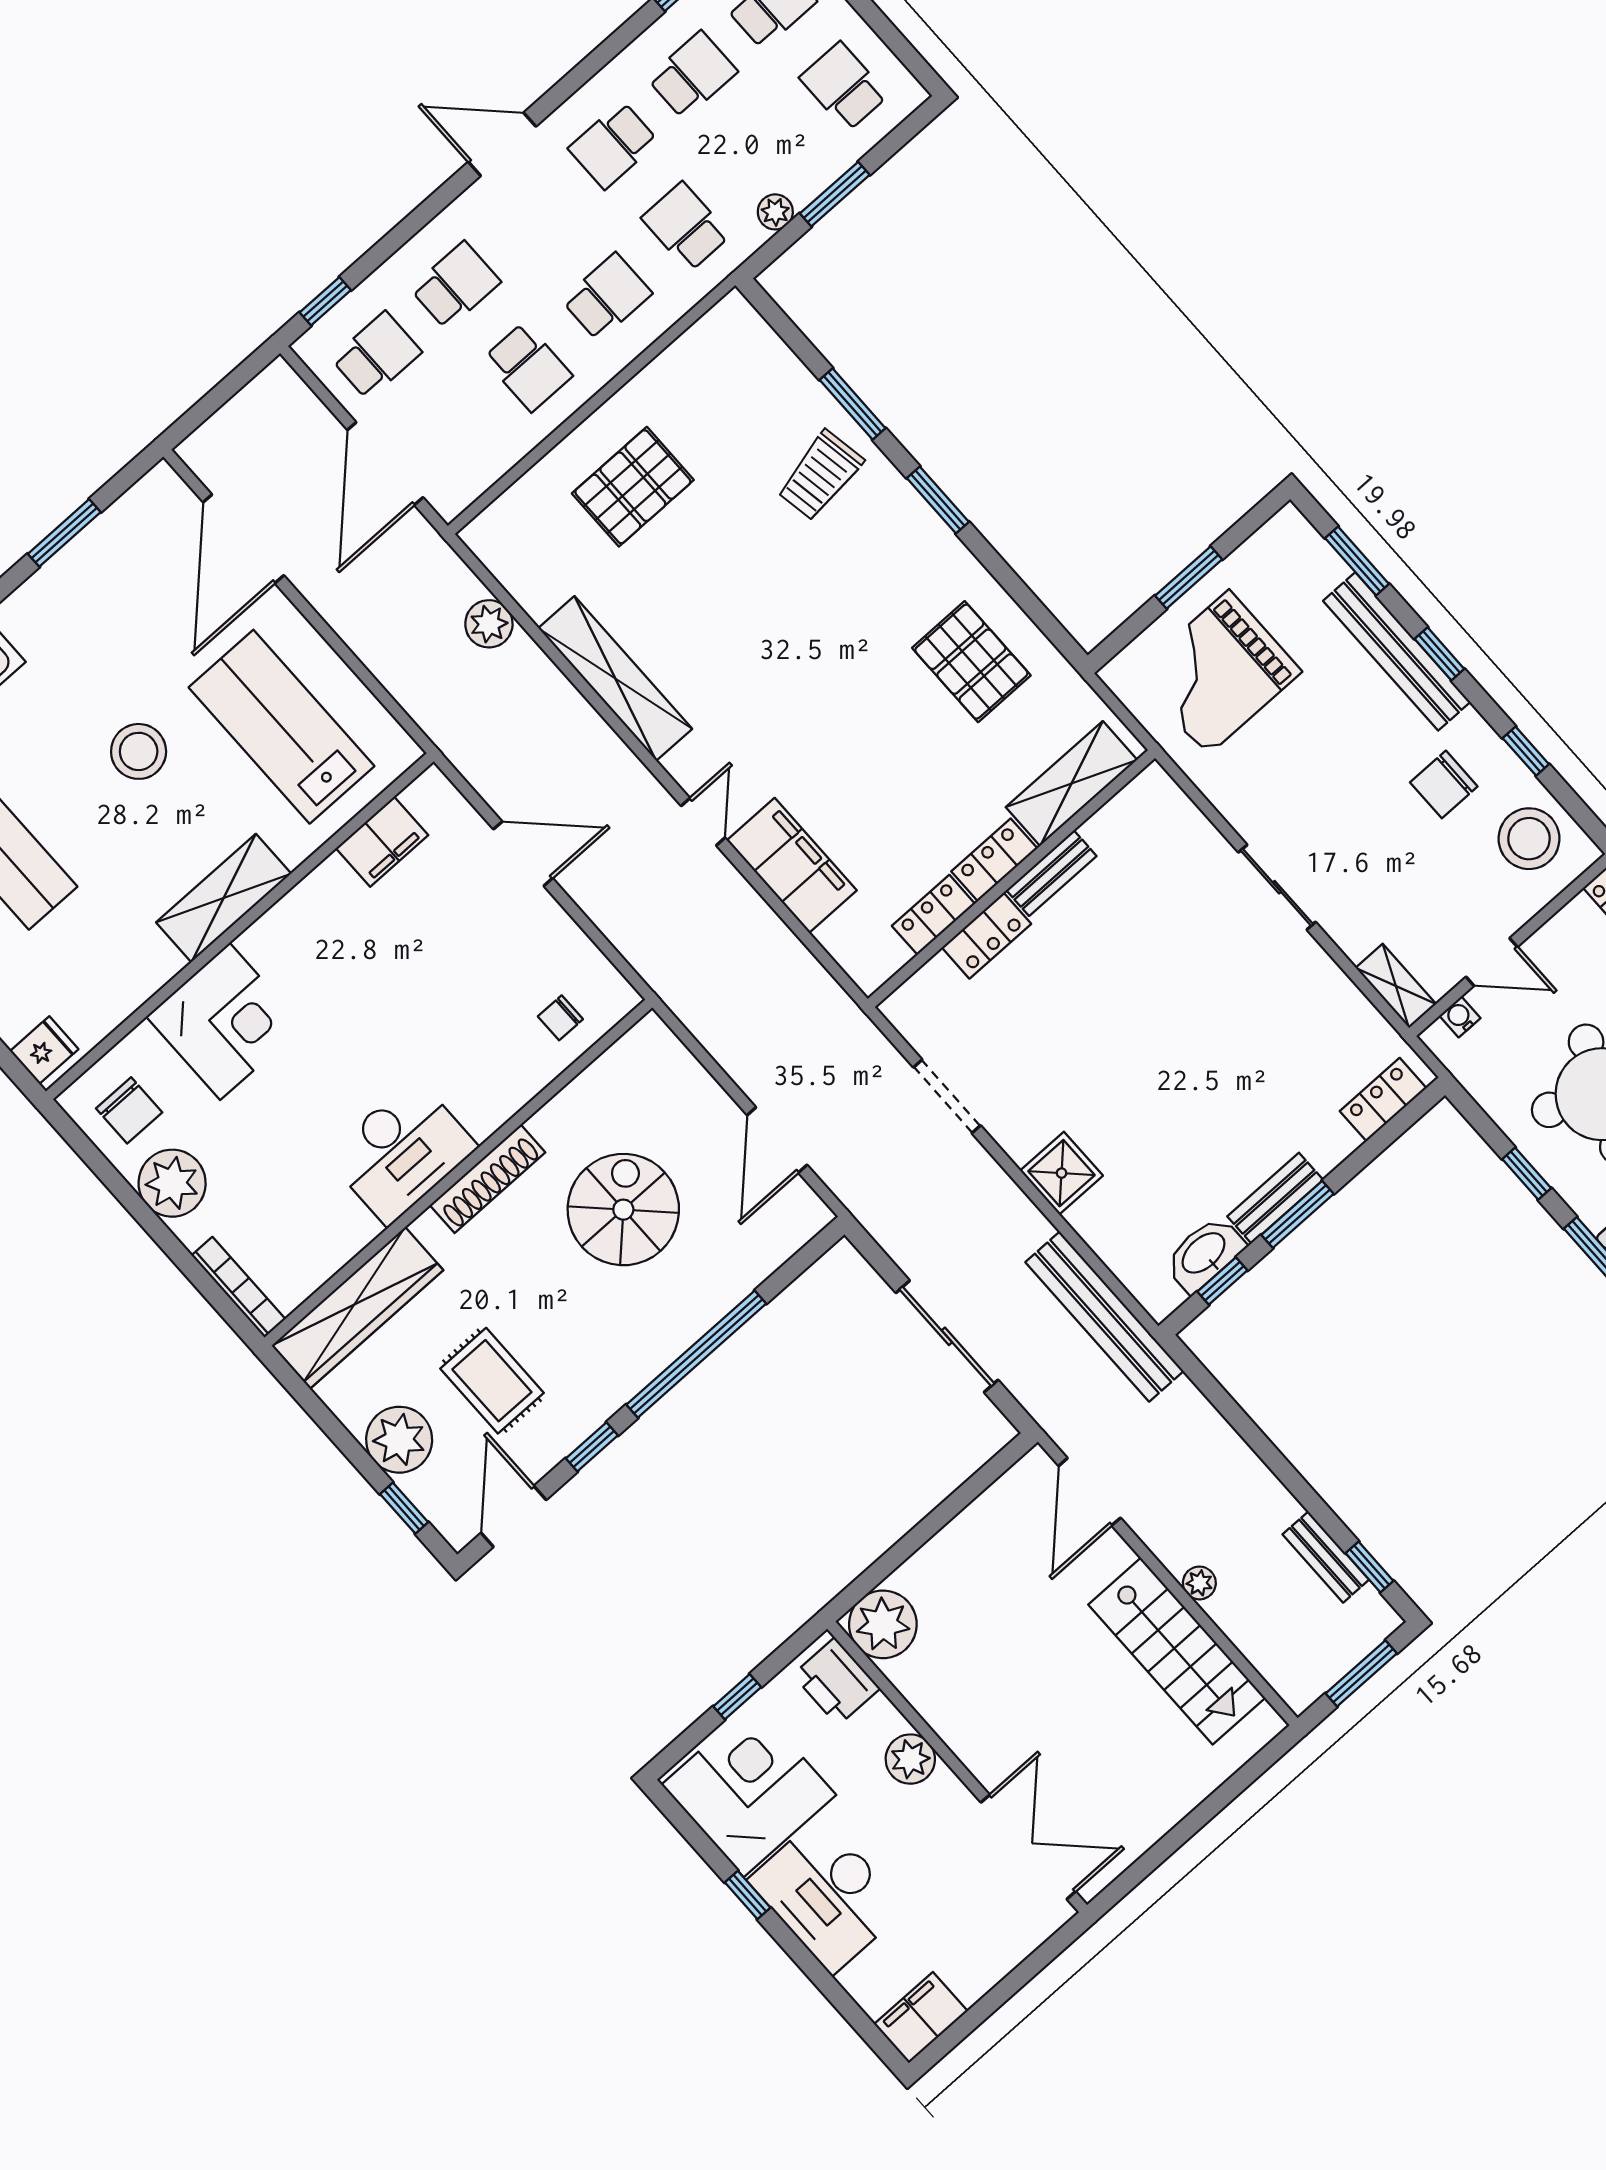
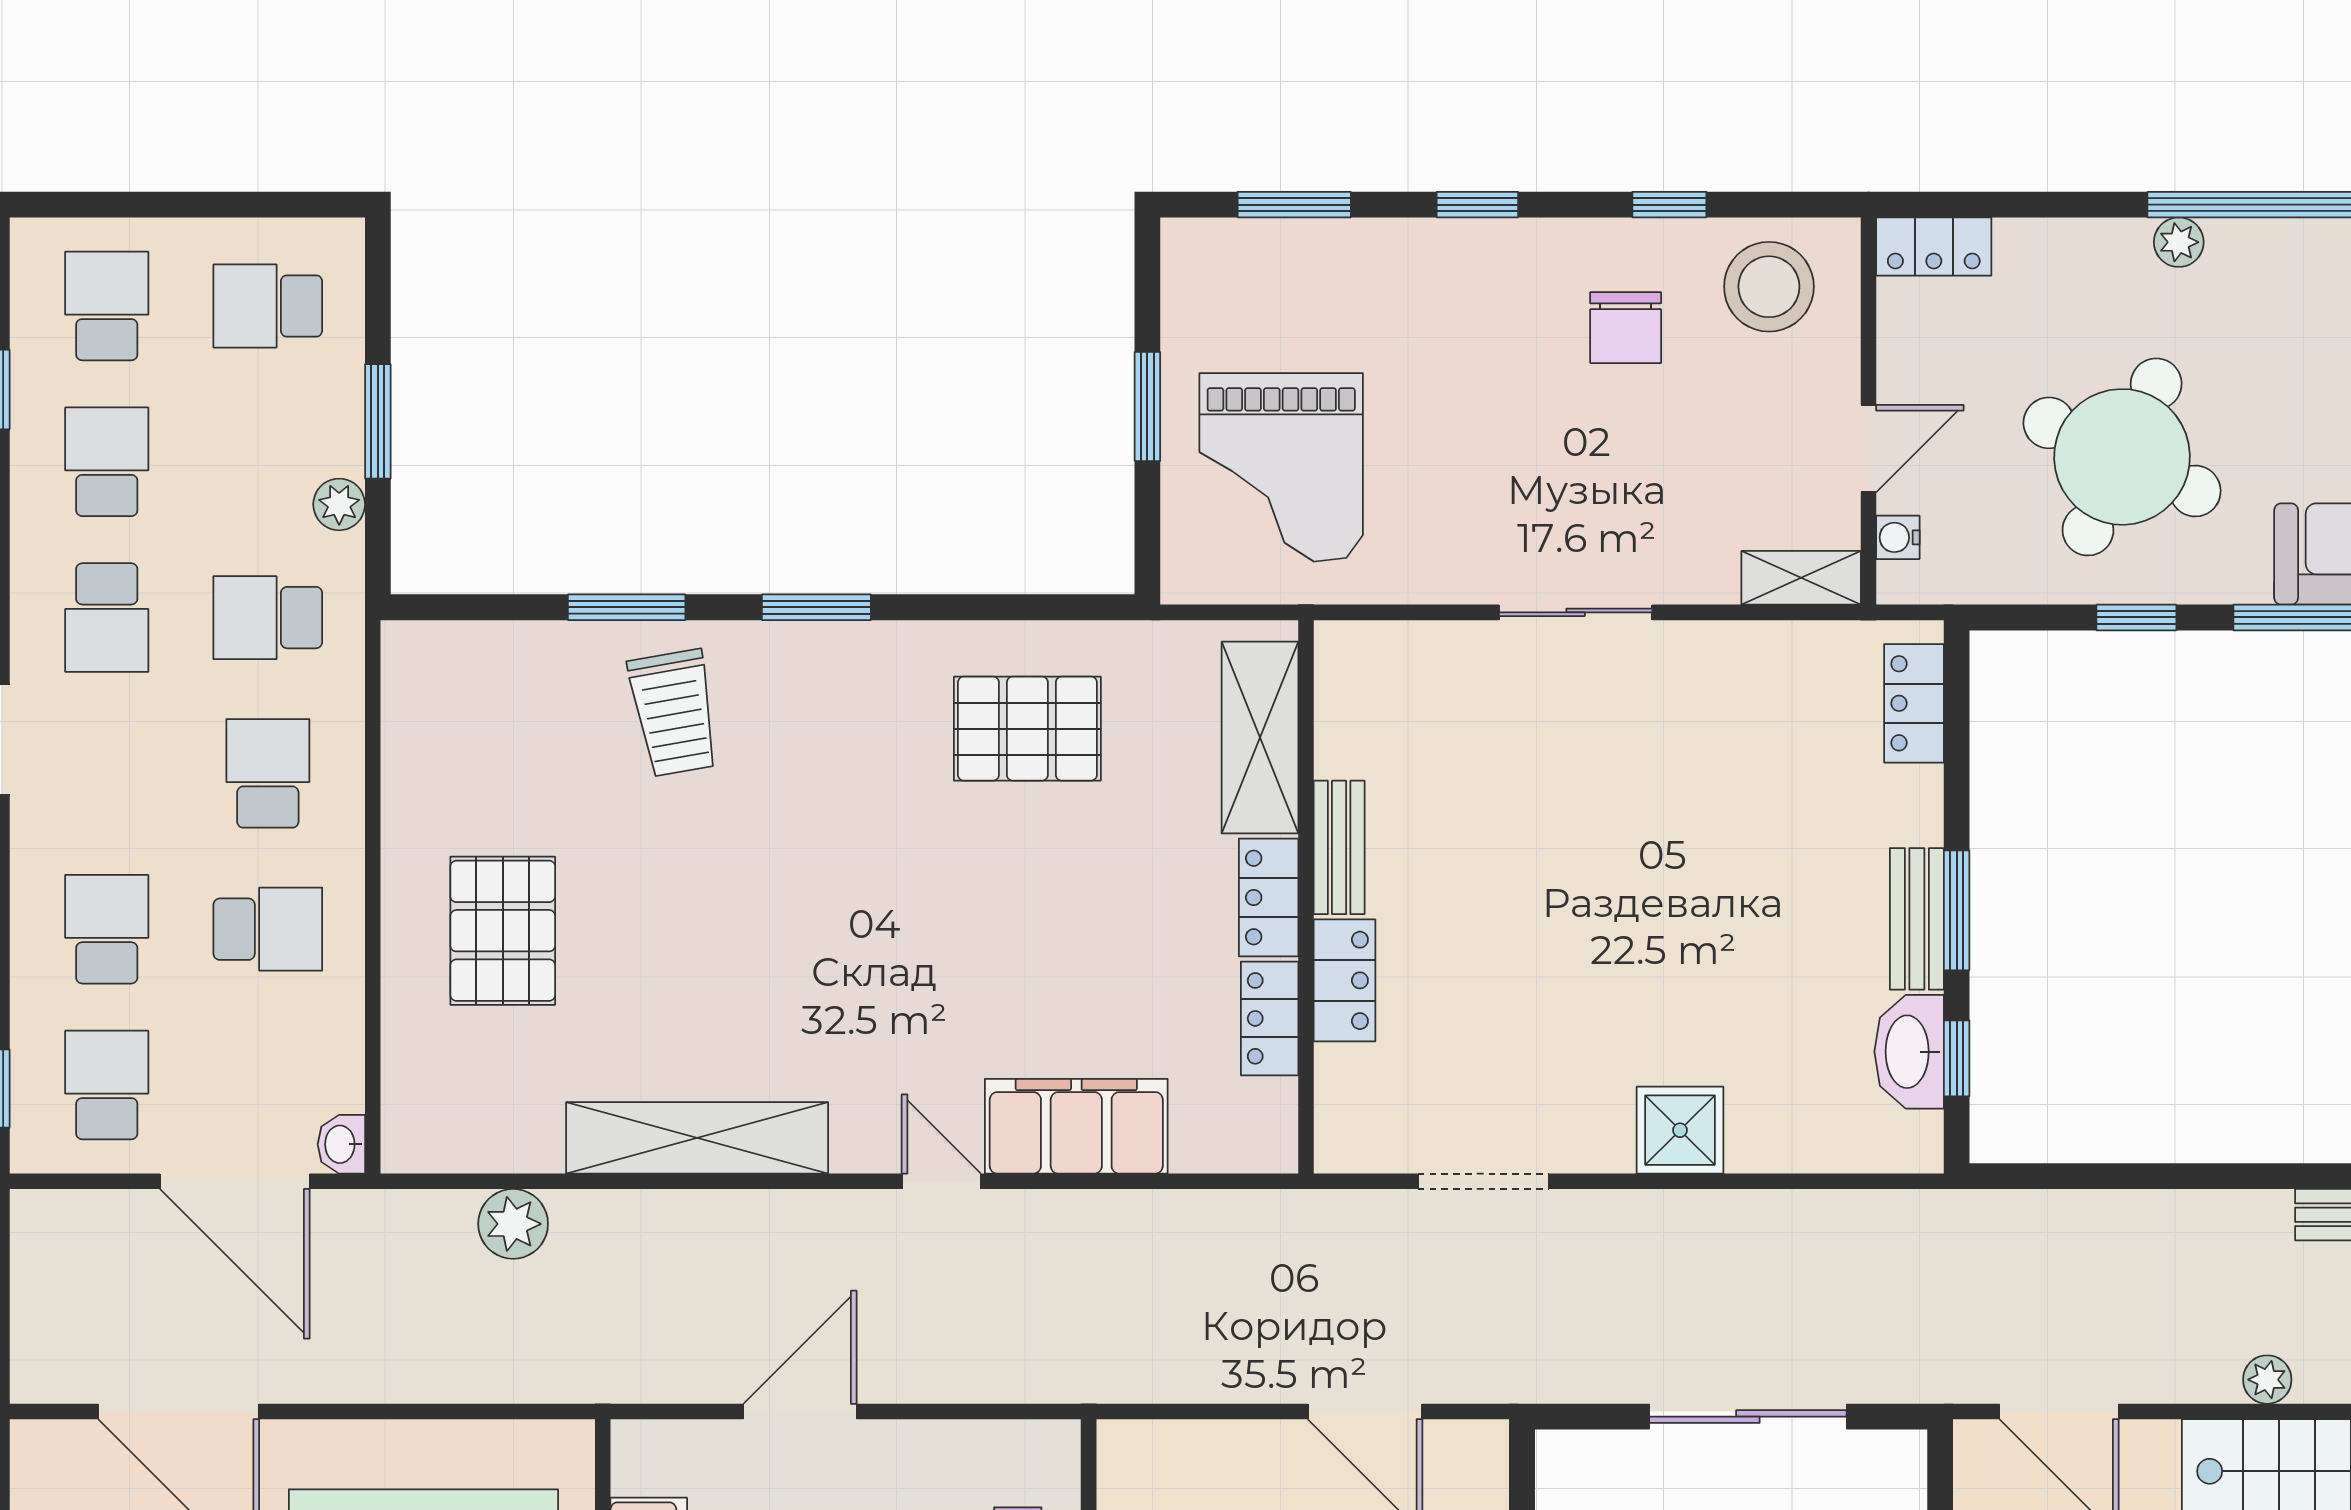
washbasin: (452, 501) -> (341, 1144), added
bench: (1397, 651) -> (1433, 249), removed
bench: (1105, 1317) -> (1880, 1223), removed

